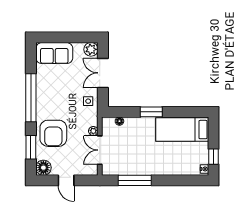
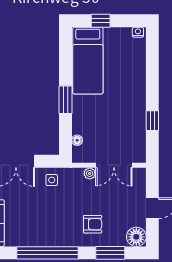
armchair: (53, 133) -> (93, 224), width x0.53, depth x0.53
window: (213, 157) -> (101, 21), moved
window: (135, 180) -> (152, 121), width x0.46

